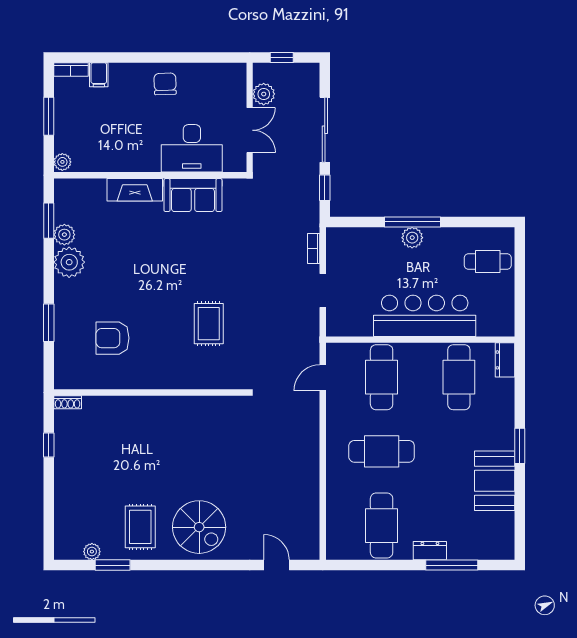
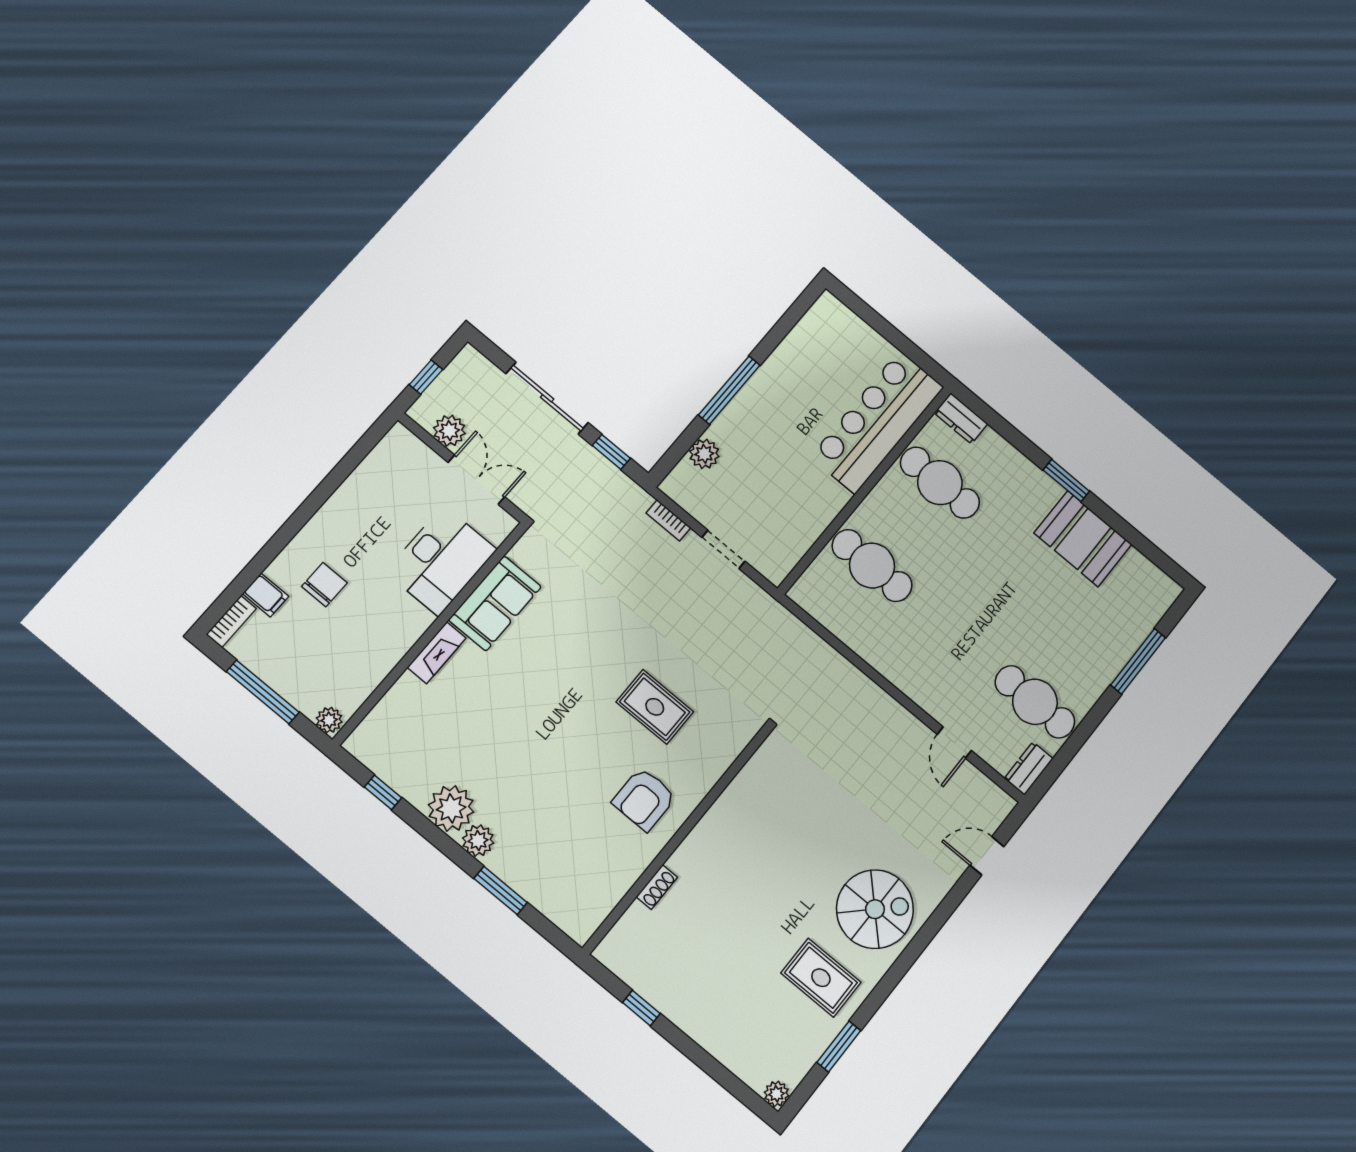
chair: (165, 84) -> (324, 585), moved, turned 92
window: (49, 116) -> (263, 692), width x1.44
fireplace: (135, 190) -> (437, 653), width x0.73, depth x0.76
window: (49, 221) -> (383, 792), width x0.67
plant: (64, 235) -> (478, 841), moved
plant: (412, 238) -> (704, 454), moved
cafe table: (488, 262) -> (839, 347), removed
bar counter: (425, 316) -> (877, 422), moved
armchair: (112, 338) -> (644, 799), moved
door: (323, 378) -> (954, 743), moved
shoe rack: (68, 402) -> (657, 887), moved
cafe table: (382, 451) -> (954, 634), removed
dresser: (430, 551) -> (1029, 769), moved
plant: (92, 552) -> (776, 1094), moved

